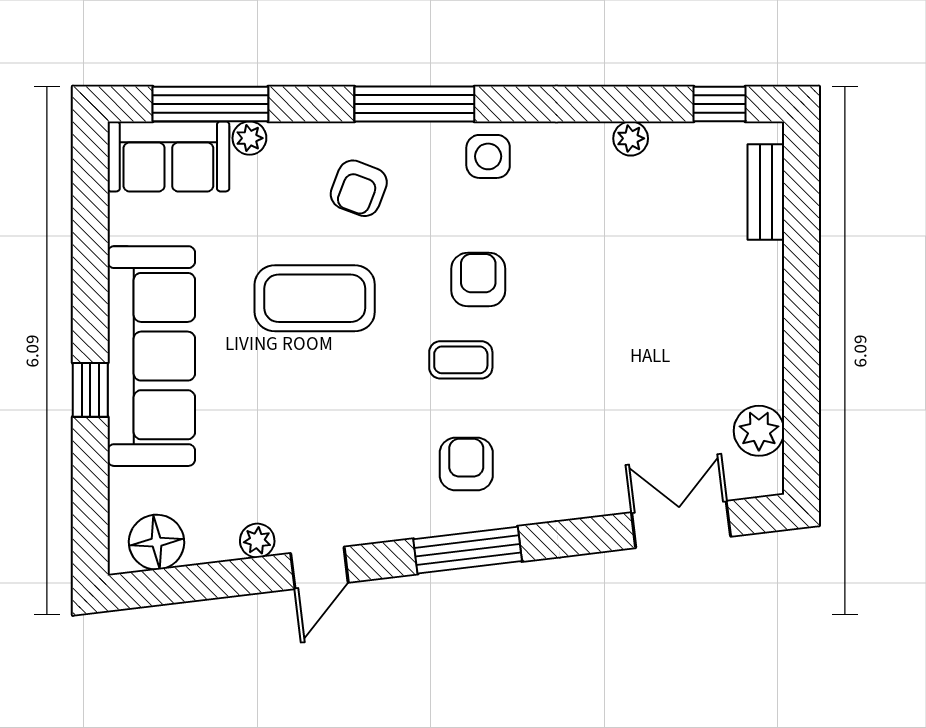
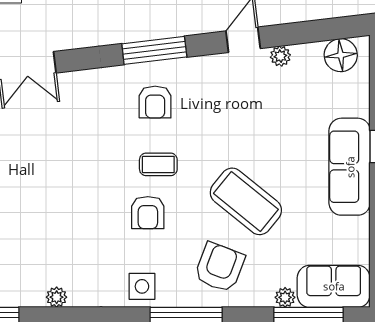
armchair: (359, 188) -> (220, 267), width x1.38, depth x1.38
coffee table: (315, 298) -> (246, 201), turned 39
sofa: (151, 356) -> (350, 167), width x0.74, depth x0.79

